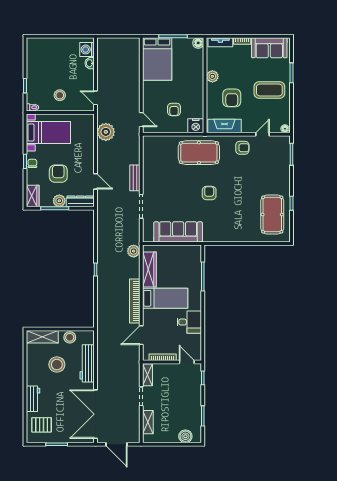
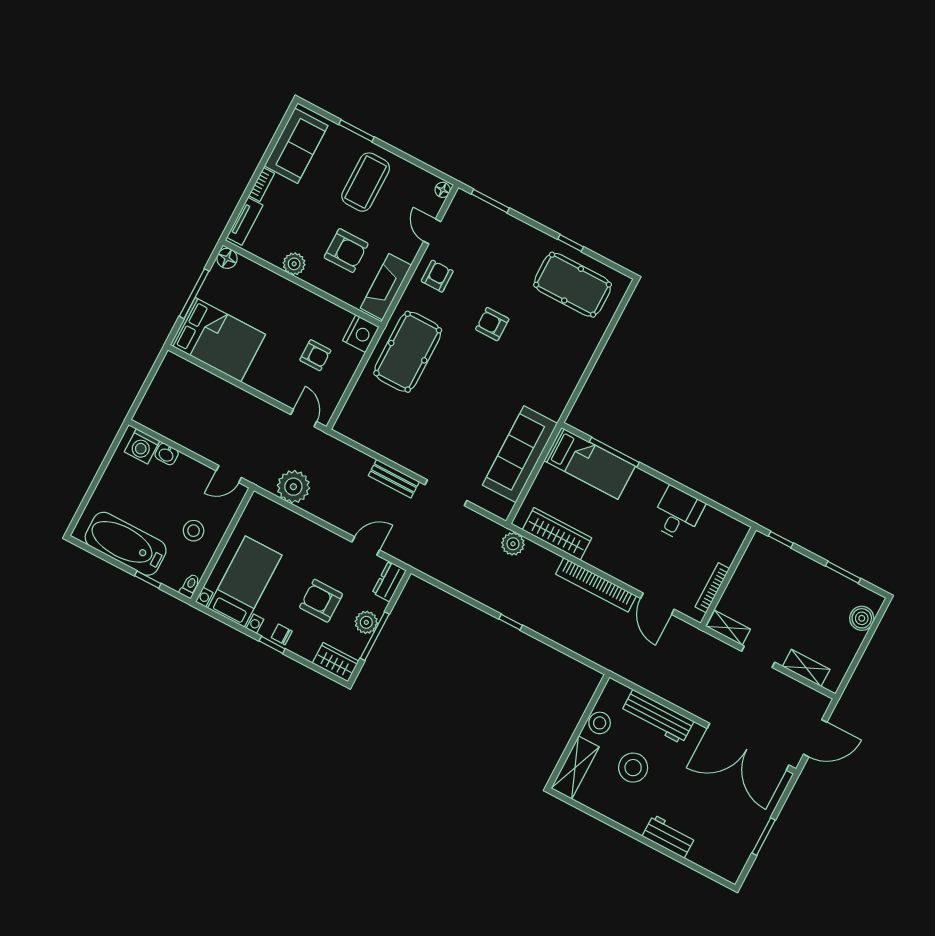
bathtub: (36, 66) -> (126, 544), added
door: (141, 120) -> (304, 418), hinge flipped
armchair: (209, 193) -> (492, 324), moved
dresser: (80, 201) -> (389, 582), width x0.70
bed: (165, 298) -> (590, 463), moved, turned 90
door: (187, 362) -> (741, 552), removed
pallet: (42, 425) -> (719, 845), removed

